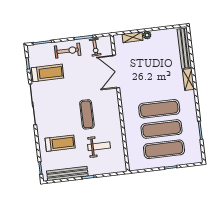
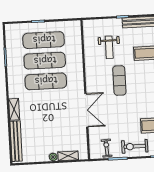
double door: (116, 72) -> (86, 110), moved
weight bench: (99, 146) -> (109, 47), turned -90

